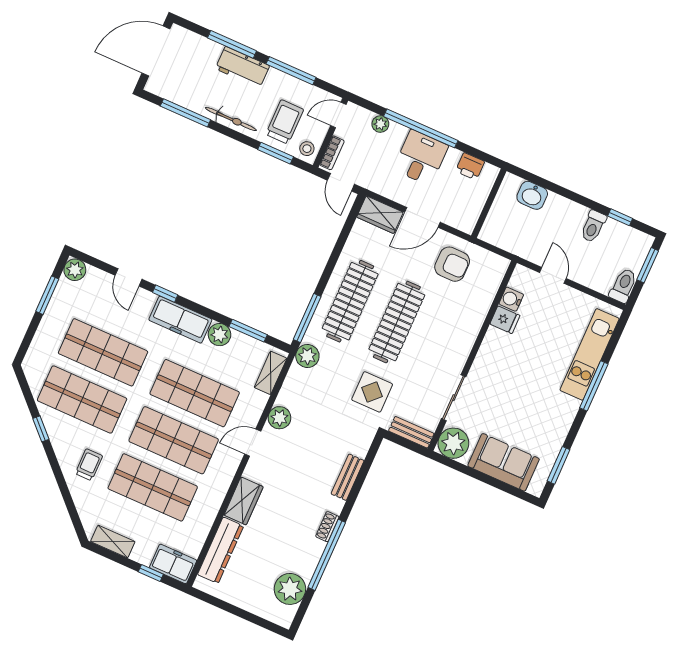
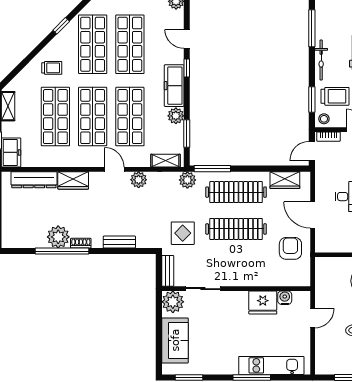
wardrobe: (380, 215) -> (285, 180), moved, turned -90
armchair: (452, 264) -> (290, 248), turned 180
door: (129, 277) -> (187, 39), hinge flipped
toilet: (623, 286) -> (327, 367), removed
fridge: (505, 320) -> (263, 302), width x1.88, depth x1.34
plant: (290, 589) -> (58, 237), moved

